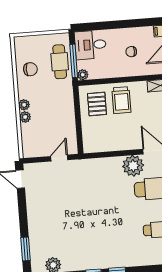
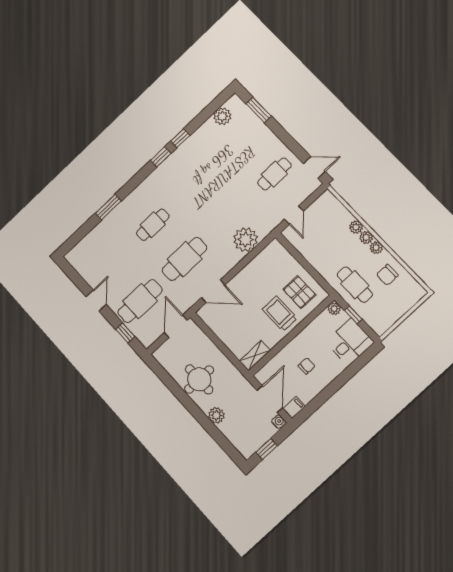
window: (74, 61) -> (353, 315), width x0.46
cafe table: (60, 62) -> (355, 285), moved
plant: (23, 93) -> (376, 248), added
plant: (133, 166) -> (246, 240), moved
cafe table: (50, 197) -> (274, 174), added

